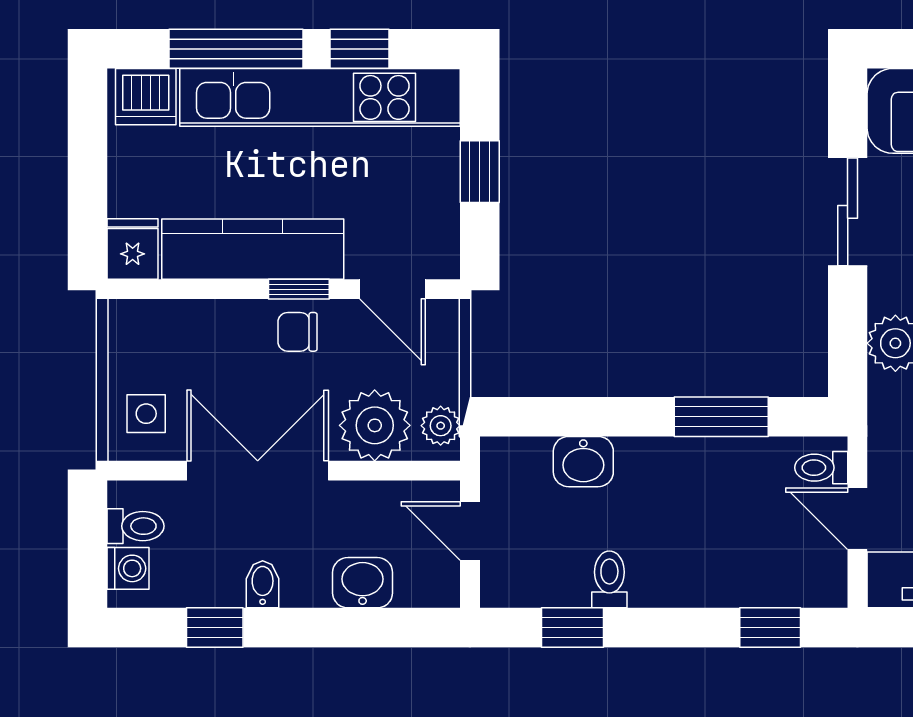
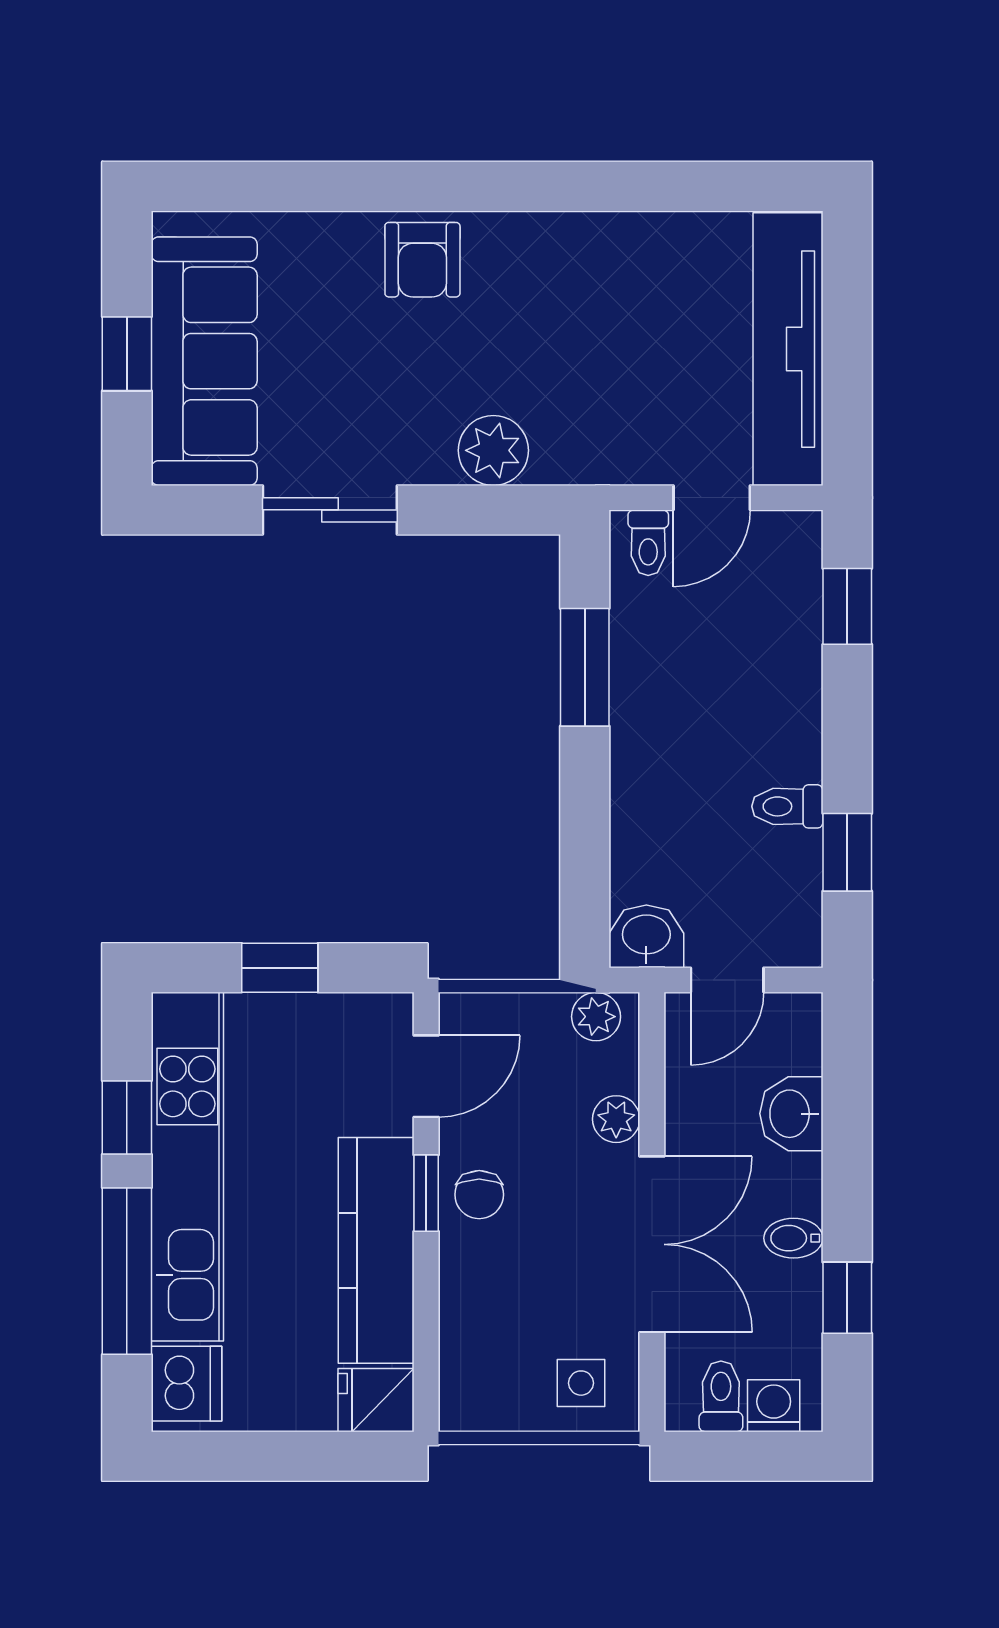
plant: (375, 425) -> (616, 1119), width x0.53, depth x0.53
washbasin: (583, 462) -> (646, 936), moved, turned -90
double door: (258, 471) -> (652, 1244), swing flipped

